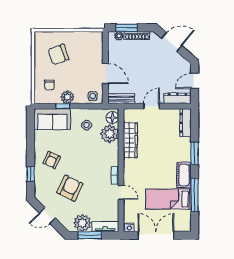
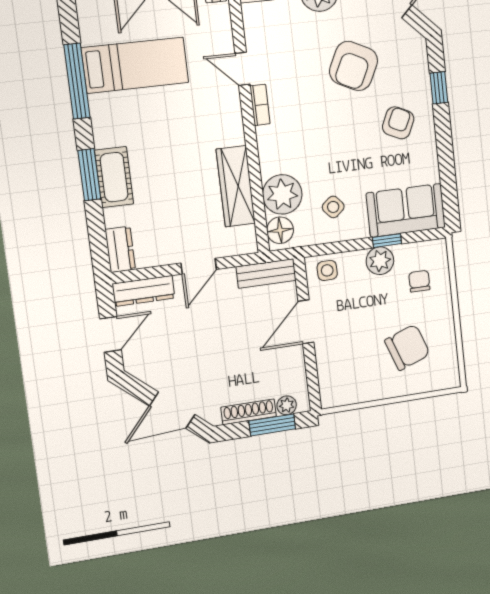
door: (105, 74) -> (306, 322), hinge flipped
dresser: (185, 123) -> (120, 249), width x0.70
cot: (184, 175) -> (114, 177), moved

